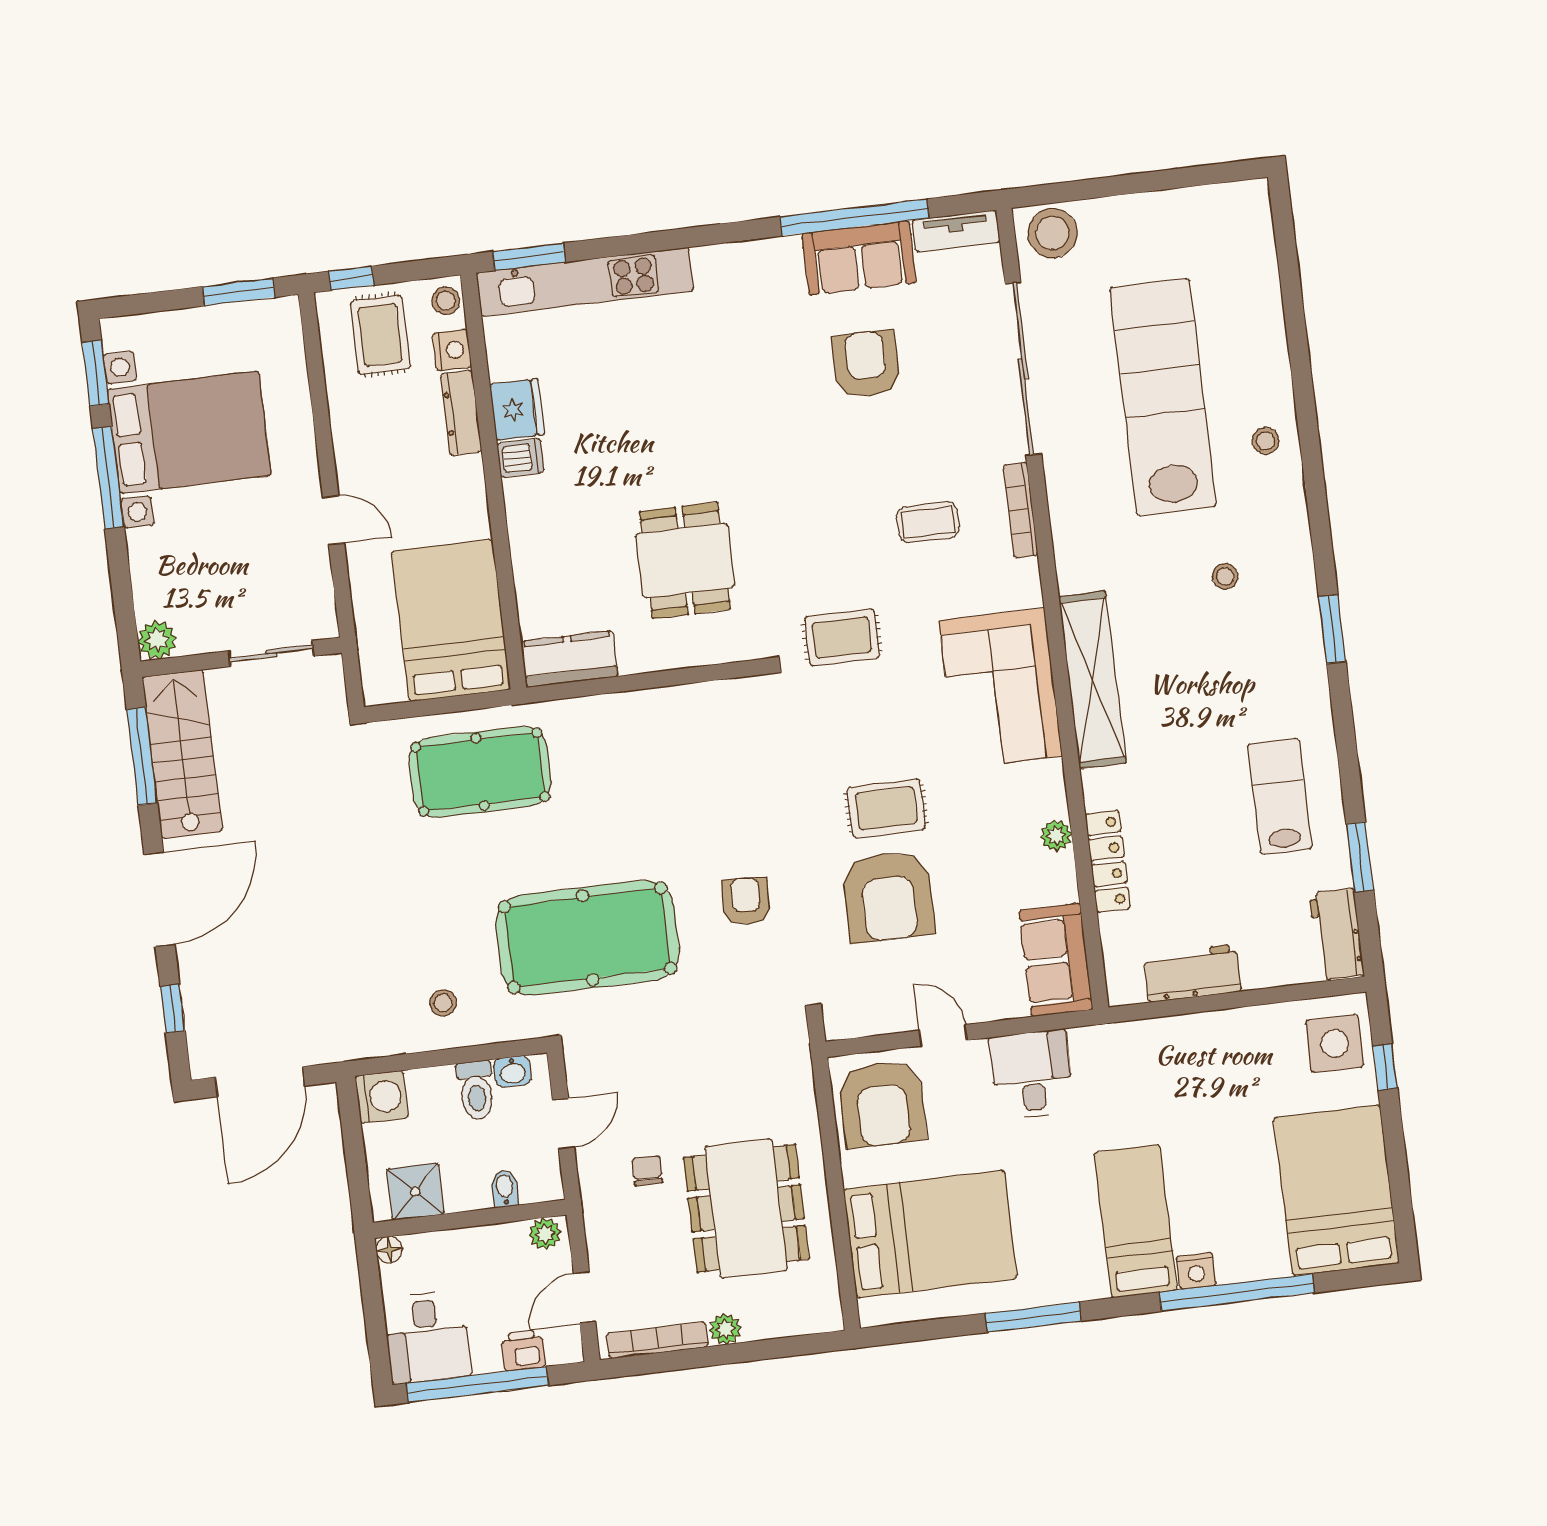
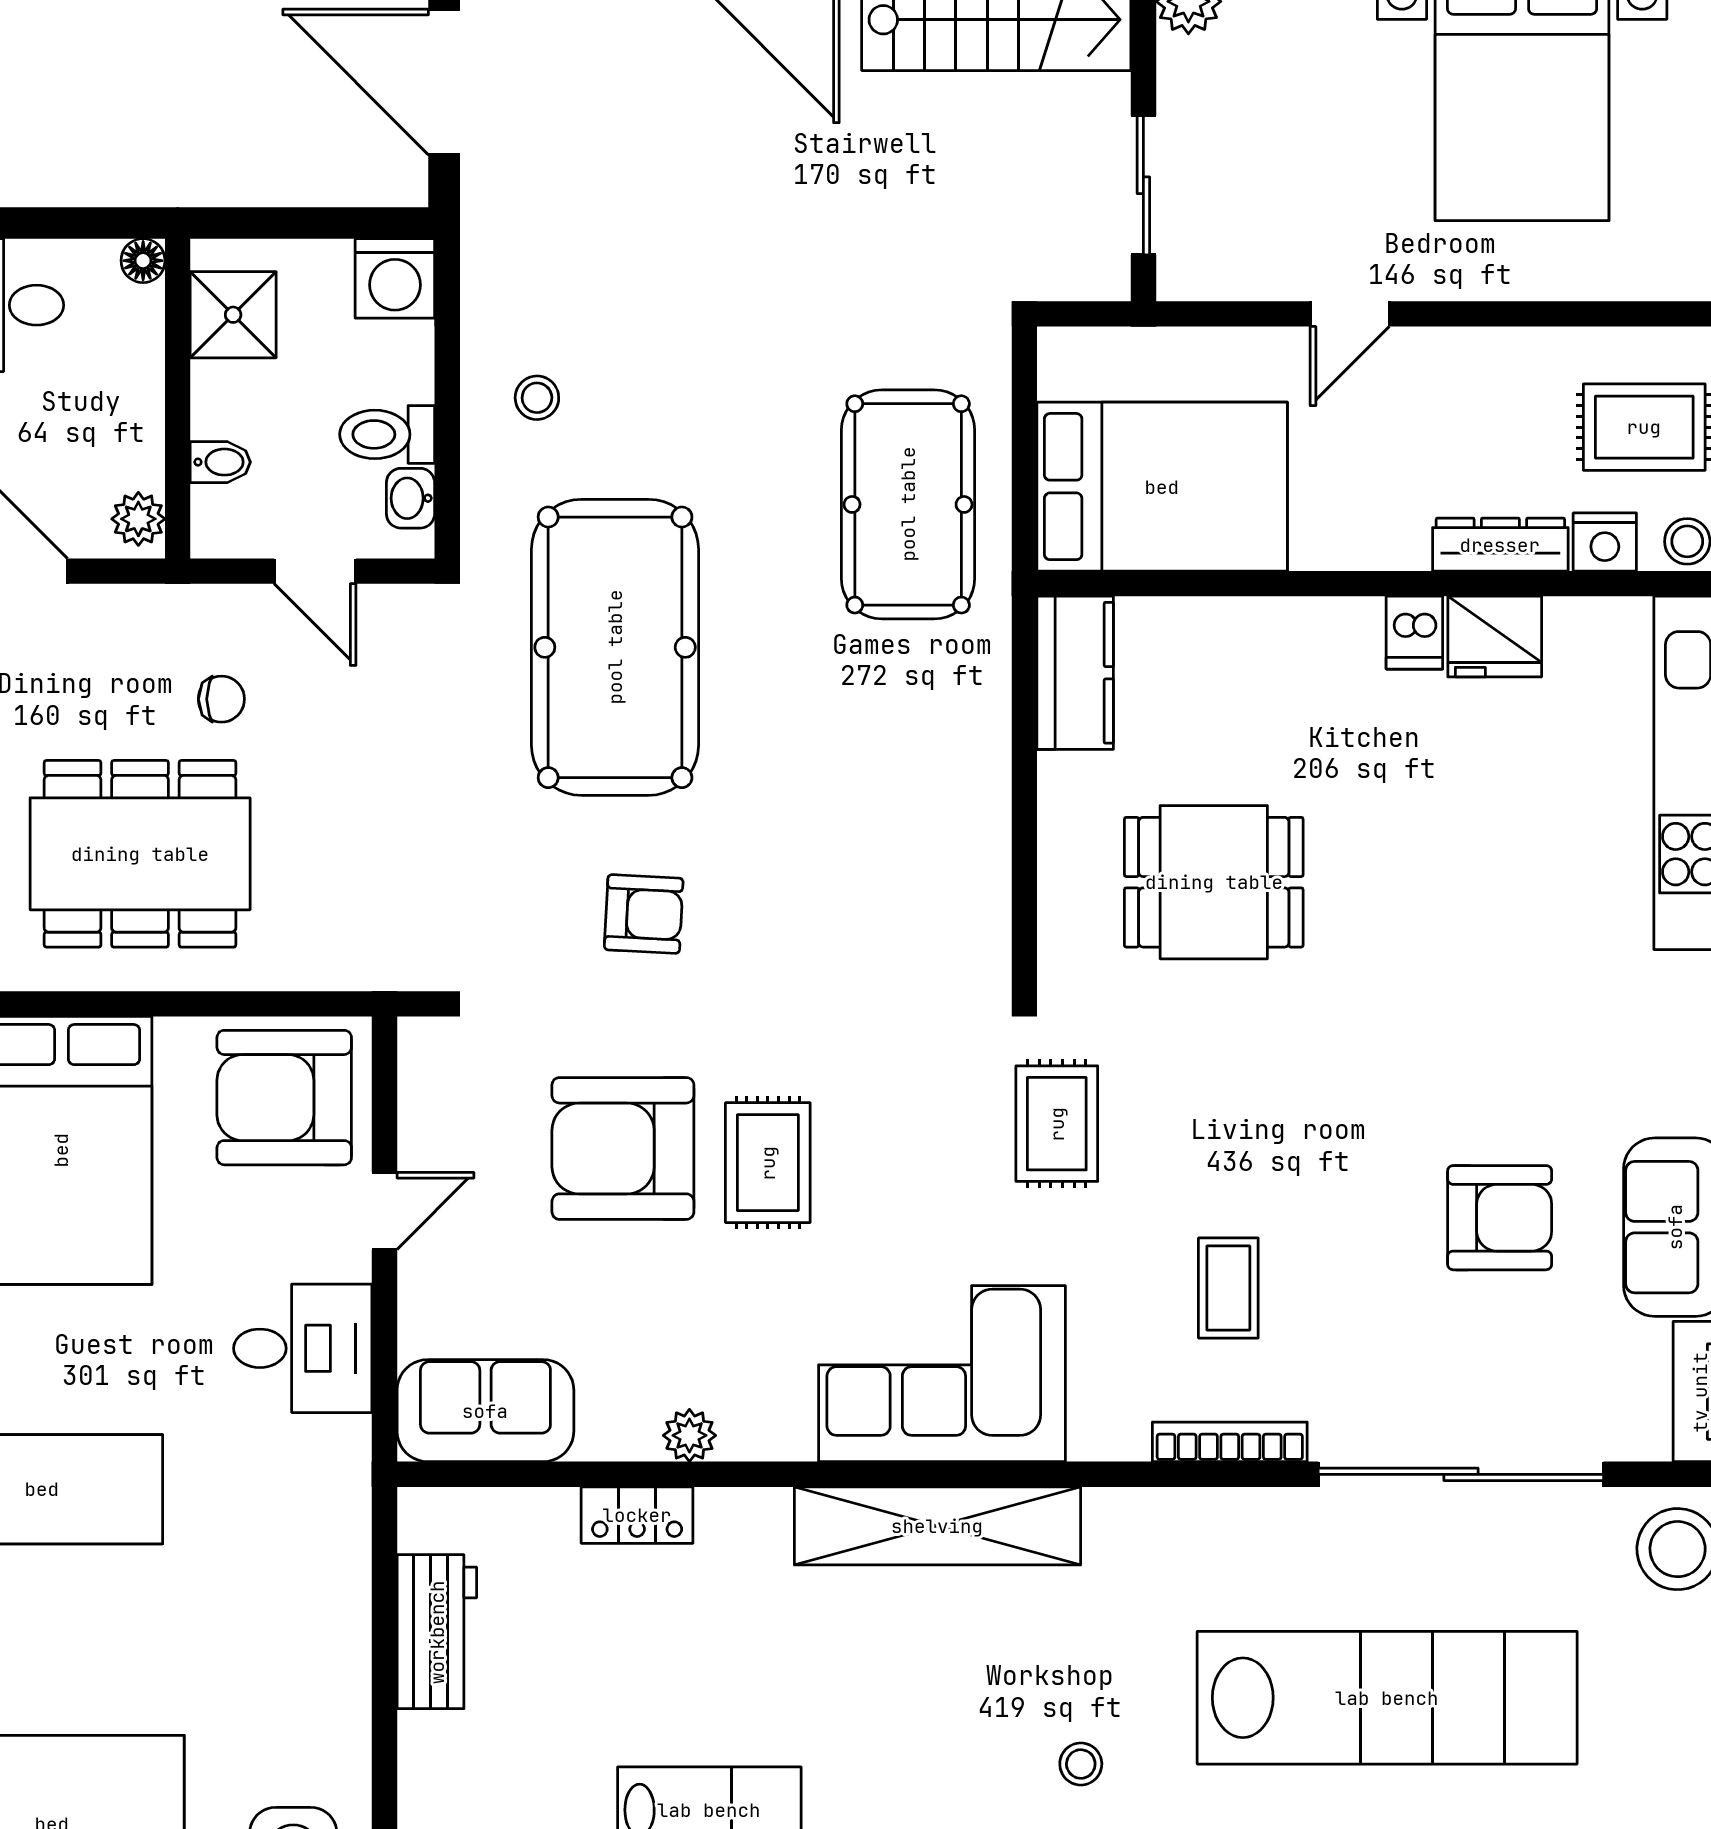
locker: (1108, 861) -> (637, 1515), width x0.66

